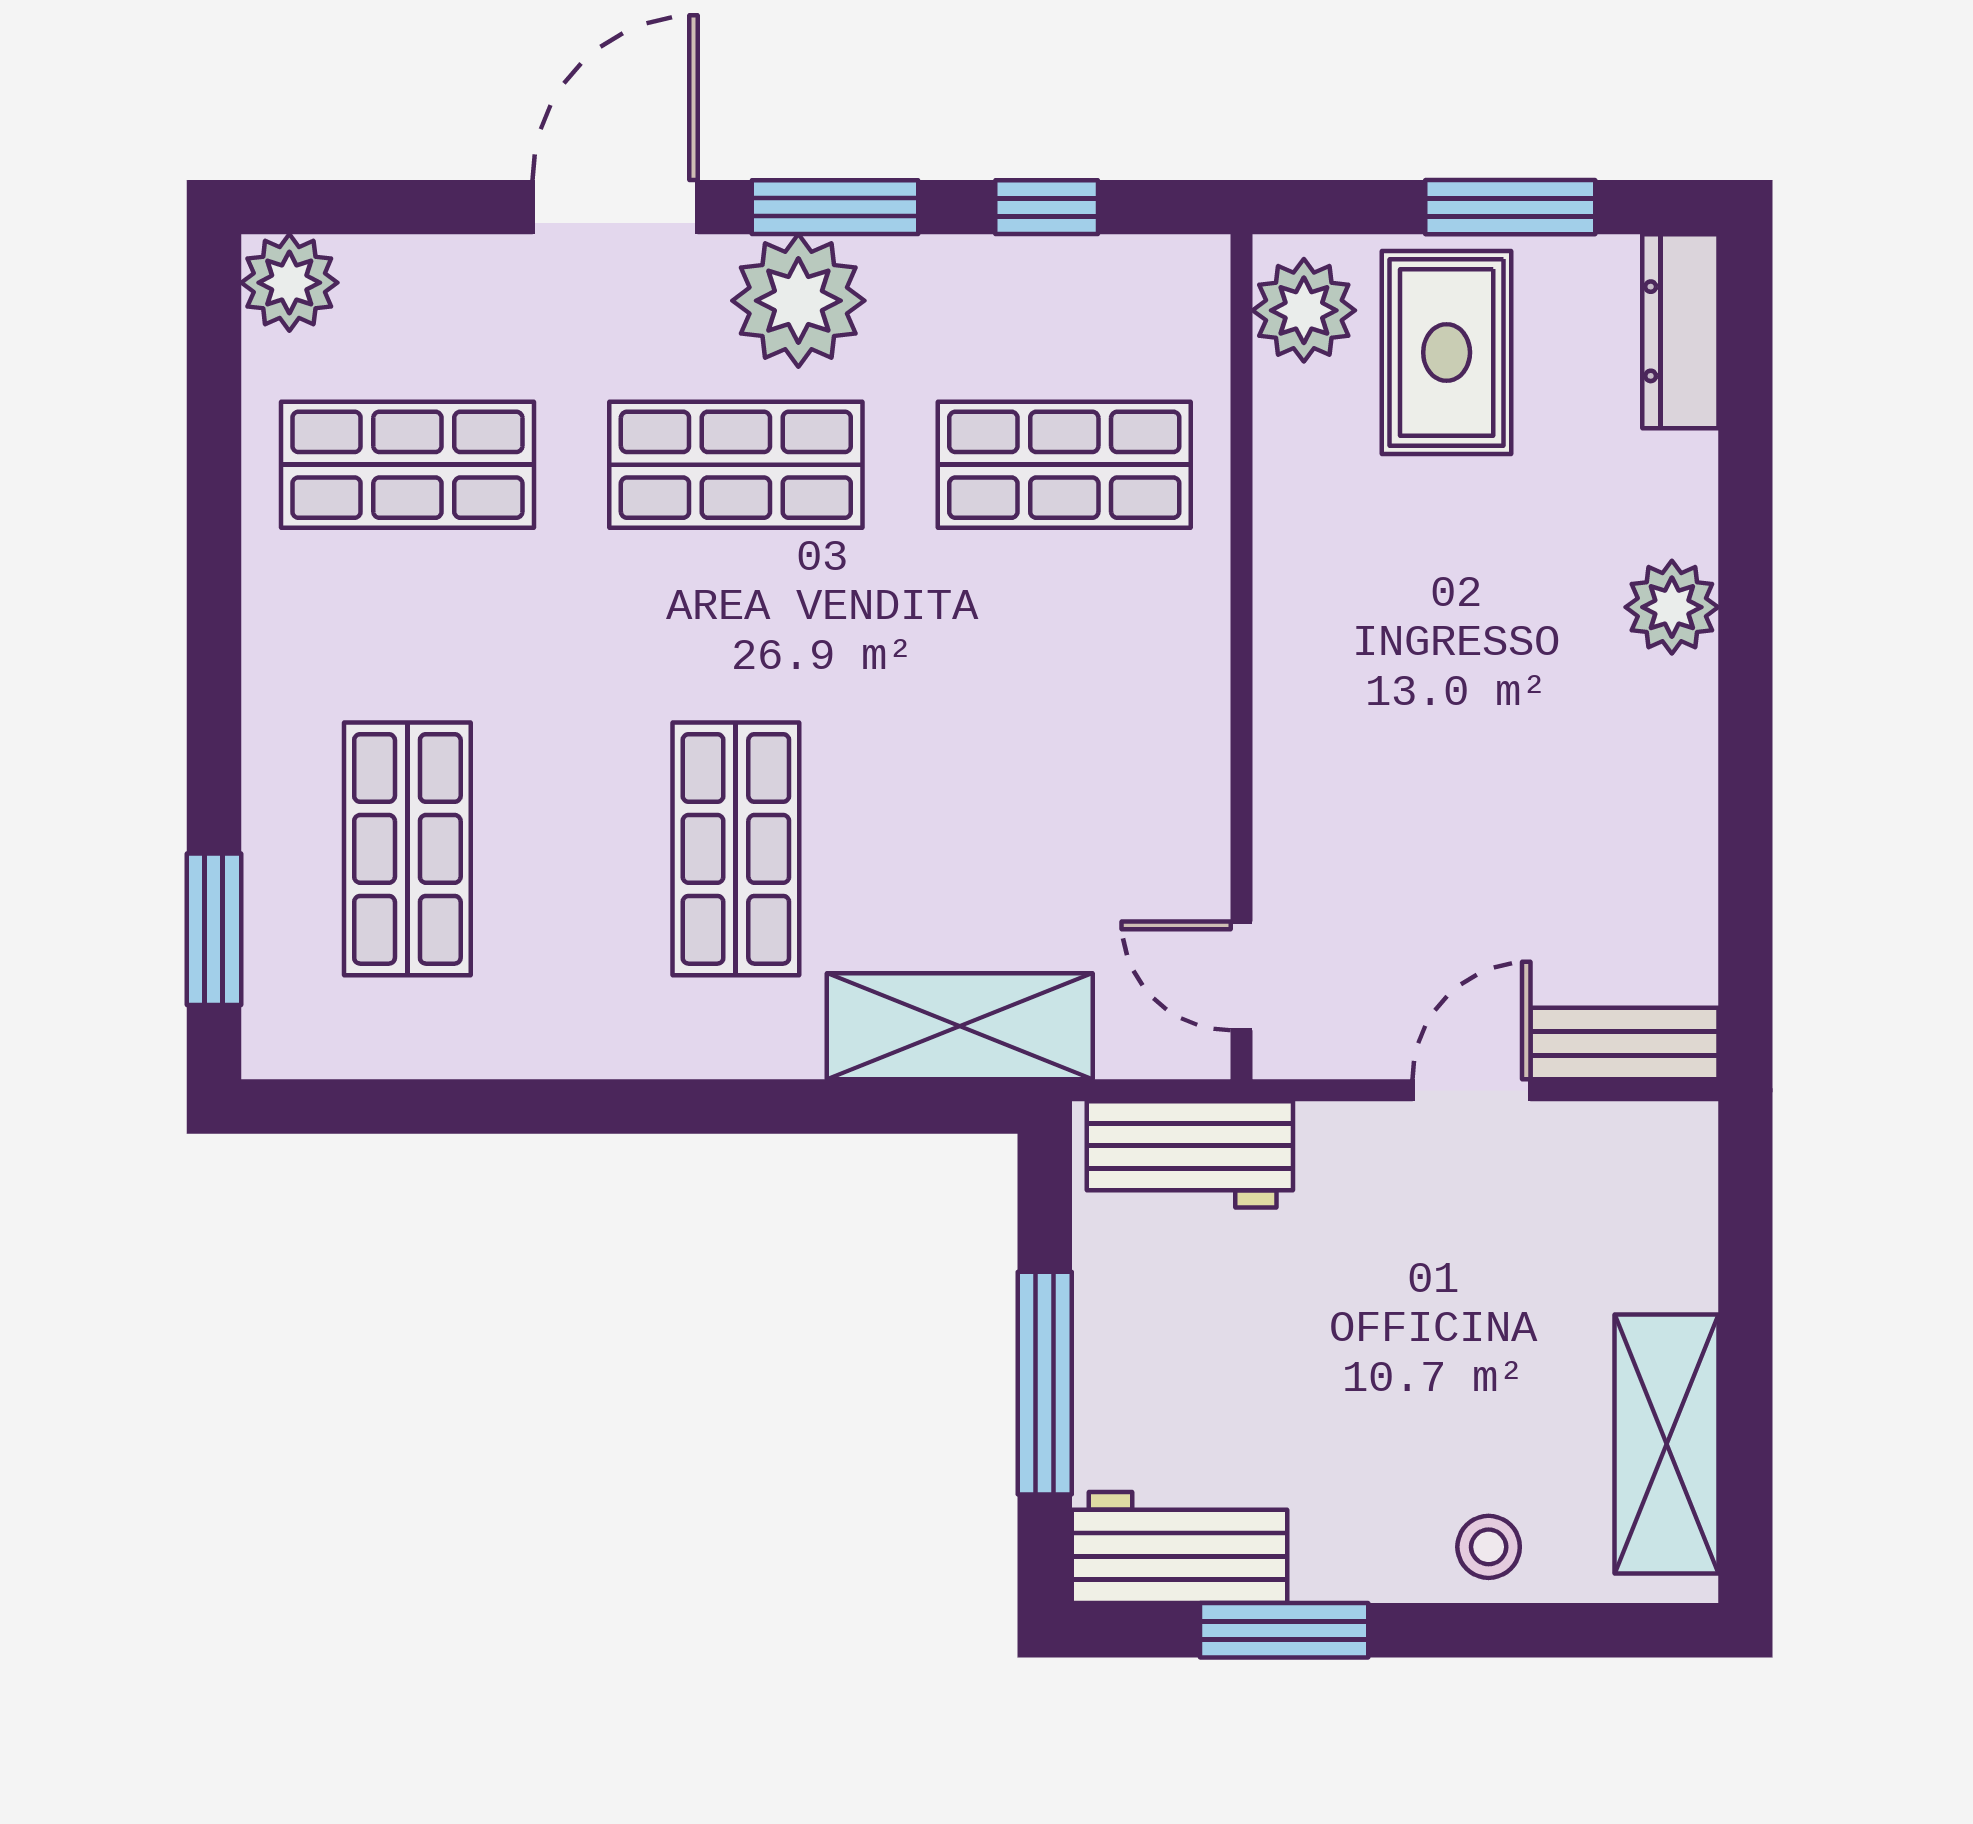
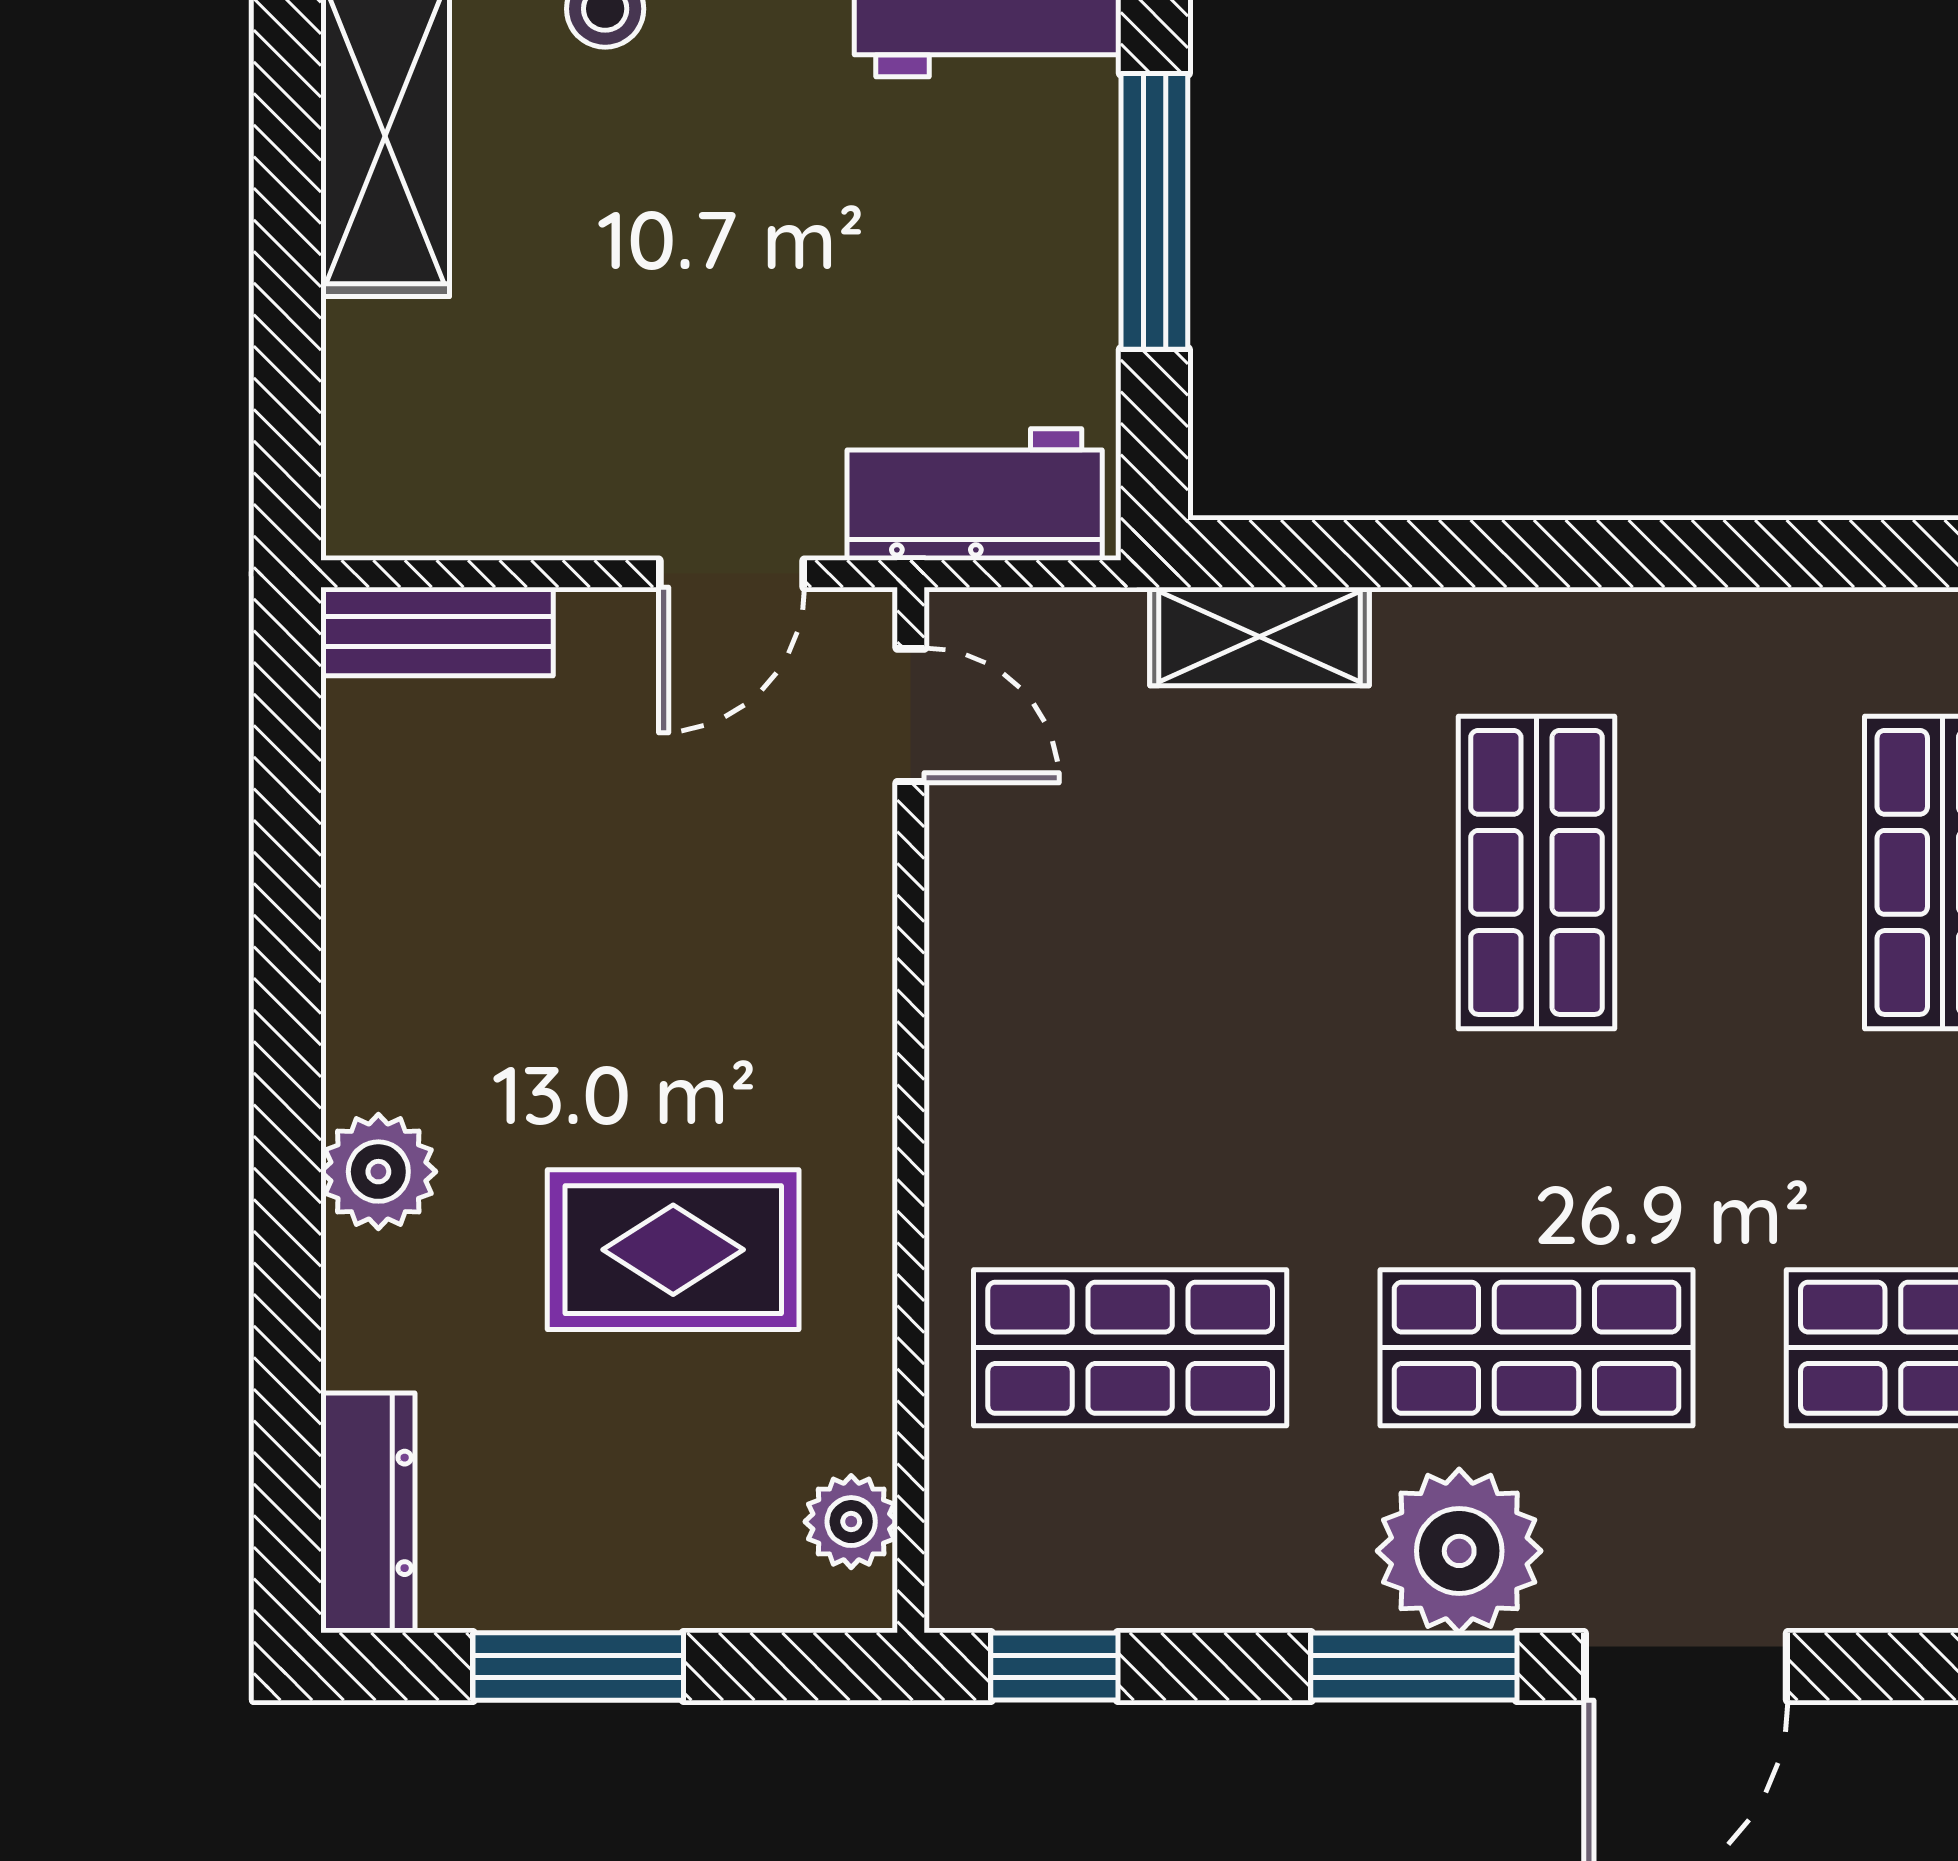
window: (1047, 207) -> (1054, 1666), moved
plant: (1304, 310) -> (851, 1522), width x0.73, depth x0.73
rug: (1447, 352) -> (673, 1250), moved, turned 90
shelving: (960, 1026) -> (1259, 637), width x0.67, depth x0.75
door: (1471, 1090) -> (731, 574), moved

